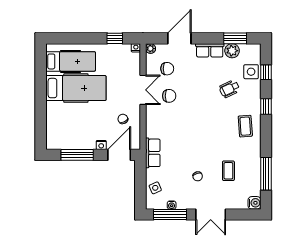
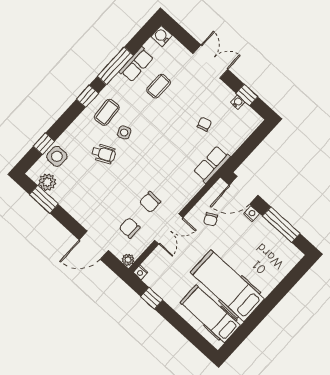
row of seats: (210, 50) -> (136, 64), moved, turned 90
plant: (232, 51) -> (47, 182), moved
wheelchair: (229, 89) -> (104, 154), moved
double door: (143, 90) -> (169, 229), swing flipped
chair: (169, 96) -> (150, 202), turned -89
window: (266, 107) -> (87, 96), moved
window: (266, 174) -> (115, 66), moved
chair: (198, 176) -> (204, 124), moved
side table: (155, 188) -> (124, 132), moved
window: (170, 214) -> (247, 95), width x0.46

